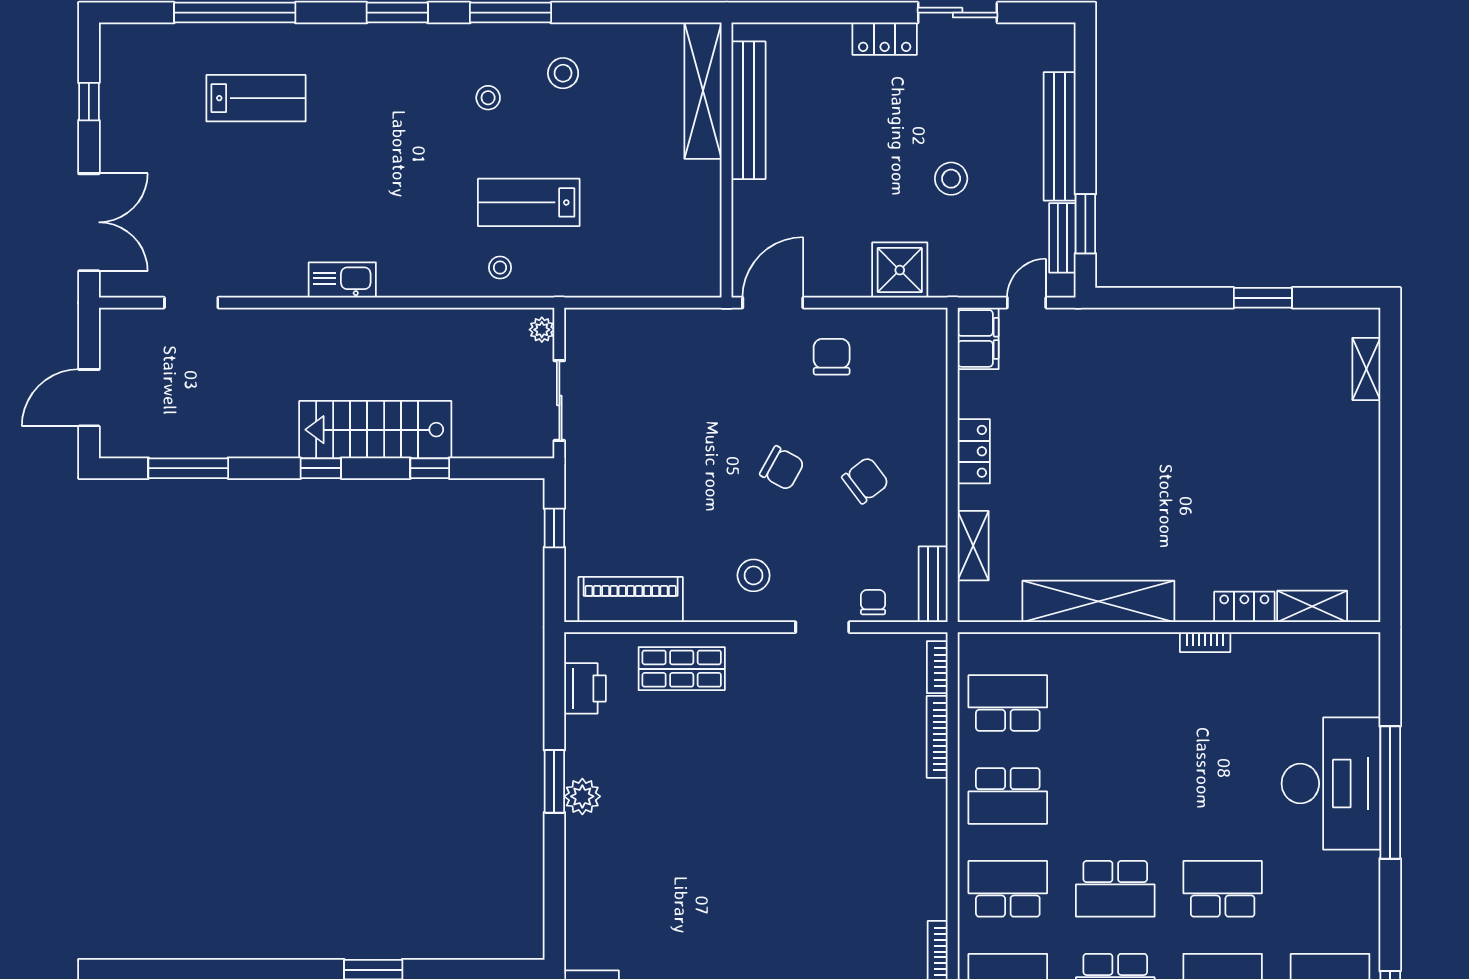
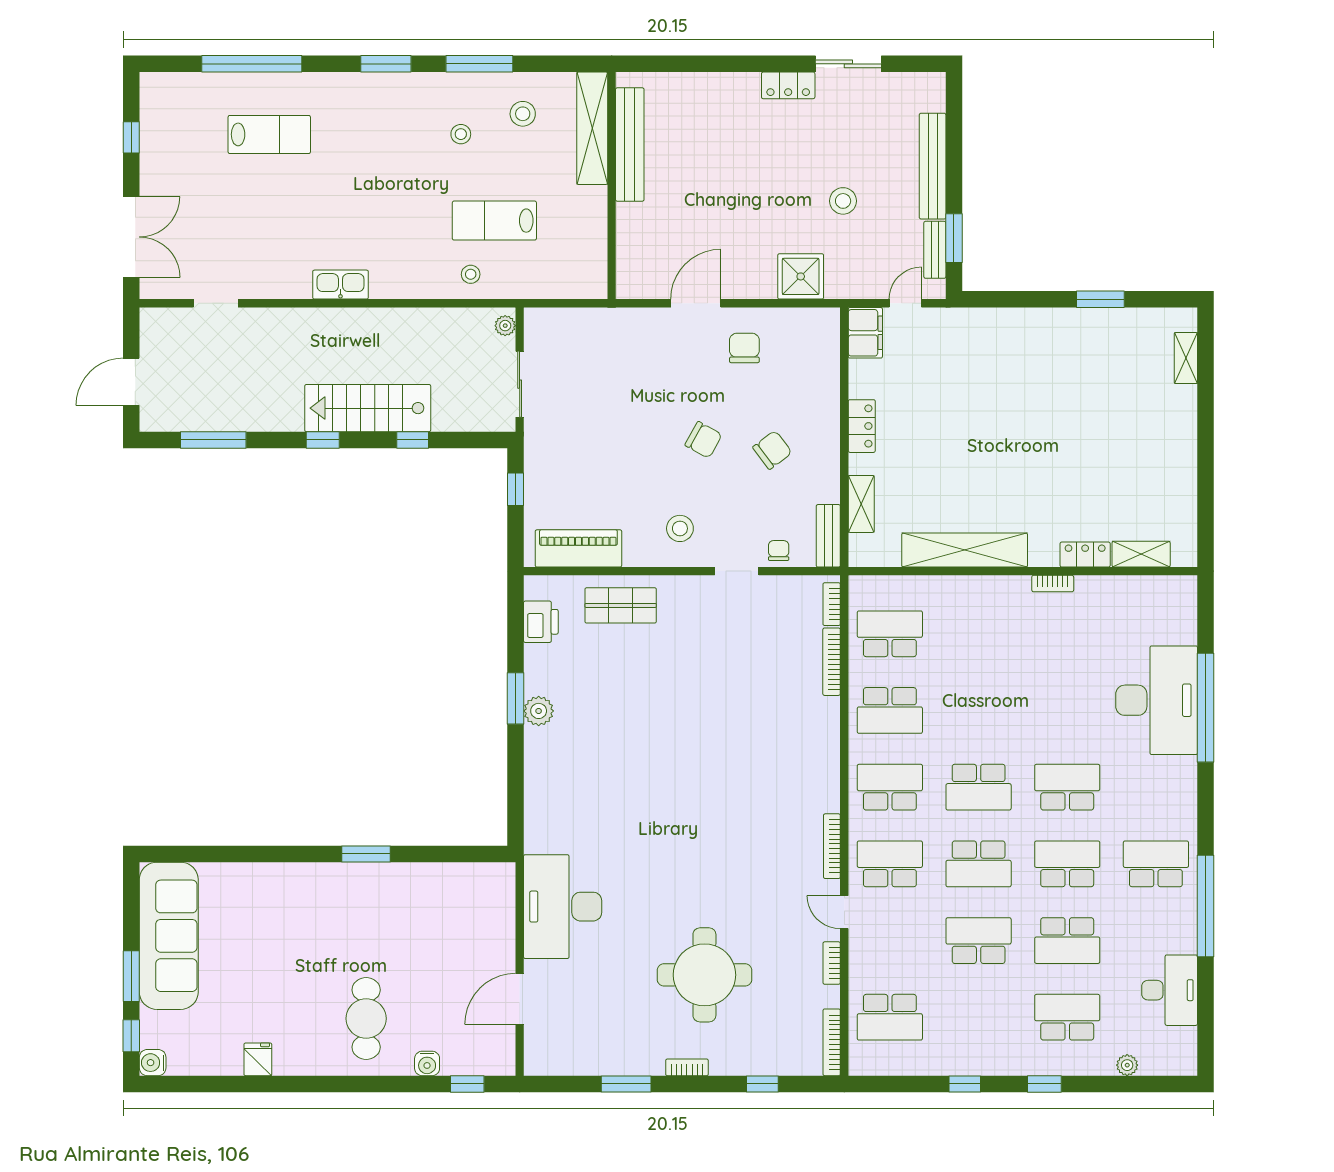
shelving: (703, 91) -> (592, 128), moved
bench: (748, 110) -> (630, 144), moved
wall: (726, 160) -> (612, 186), moved

